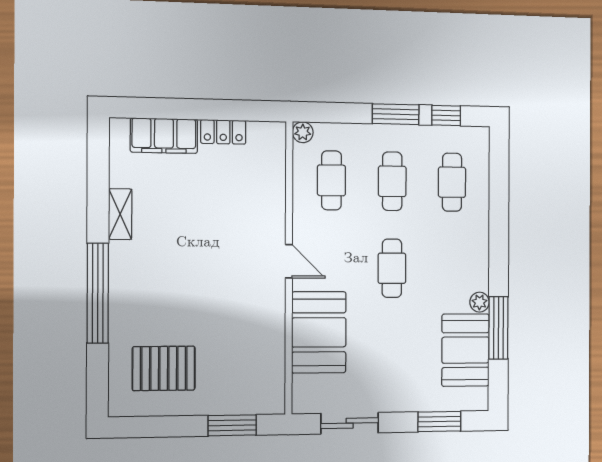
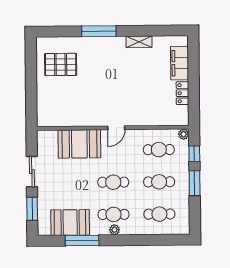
window: (446, 115) -> (194, 154), moved
cafe table: (452, 268) -> (114, 214), added
window: (98, 293) -> (99, 31), width x0.68
plant: (480, 302) -> (114, 230), moved
pallet: (164, 368) -> (61, 64), turned 90
sliding door: (350, 423) -> (32, 172), moved
window: (232, 425) -> (31, 100), removed

